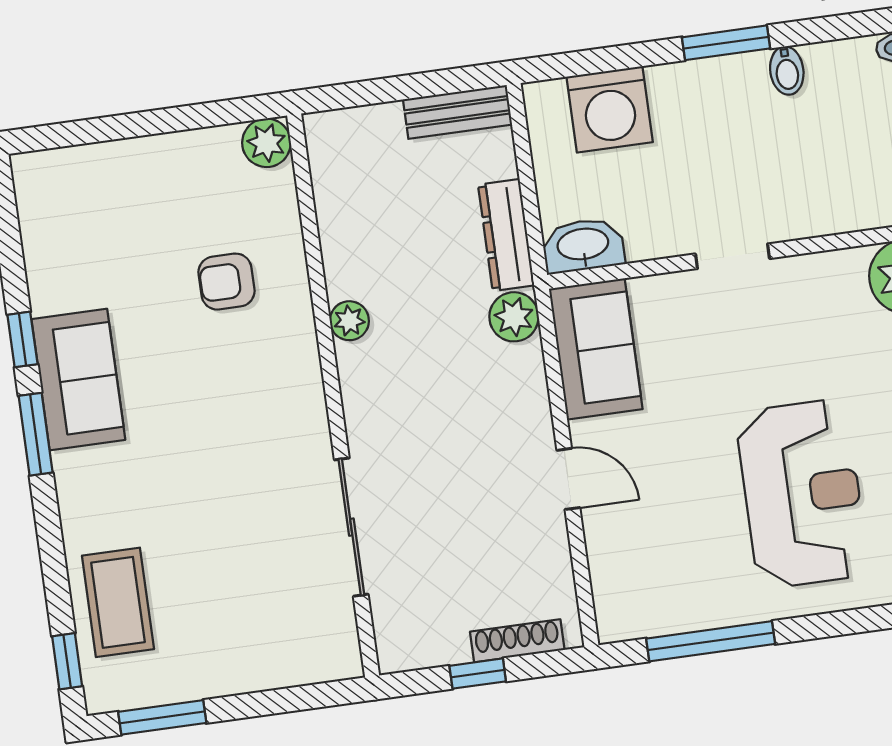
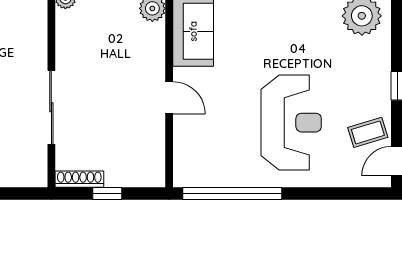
shoe rack: (517, 641) -> (79, 179), moved
window: (711, 641) -> (232, 194), width x1.46

